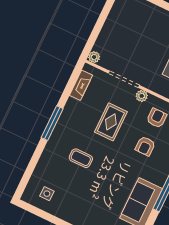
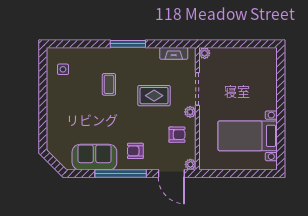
armchair: (145, 146) -> (135, 151), moved

